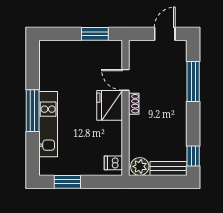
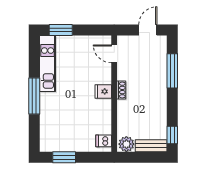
window: (95, 34) -> (61, 30), moved
door: (125, 80) -> (114, 54), moved
fridge: (110, 105) -> (103, 91), width x0.53, depth x0.75
kitchen unit: (48, 124) -> (48, 63), moved

